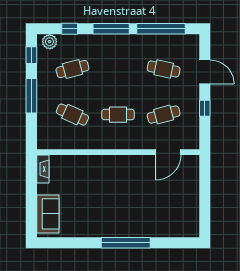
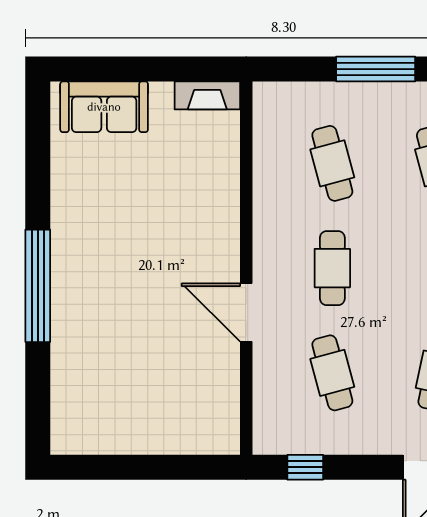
window: (205, 108) -> (305, 467), moved
cafe table: (72, 115) -> (332, 163), turned -39
door: (168, 152) -> (246, 313), moved

